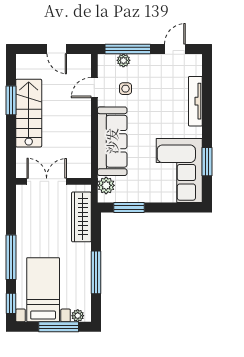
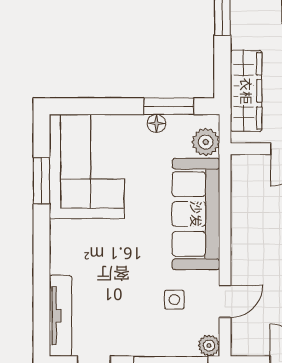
plant: (123, 60) -> (209, 346), moved
tv unit: (195, 101) -> (60, 316), moved
floor lamp: (136, 197) -> (156, 123), added

